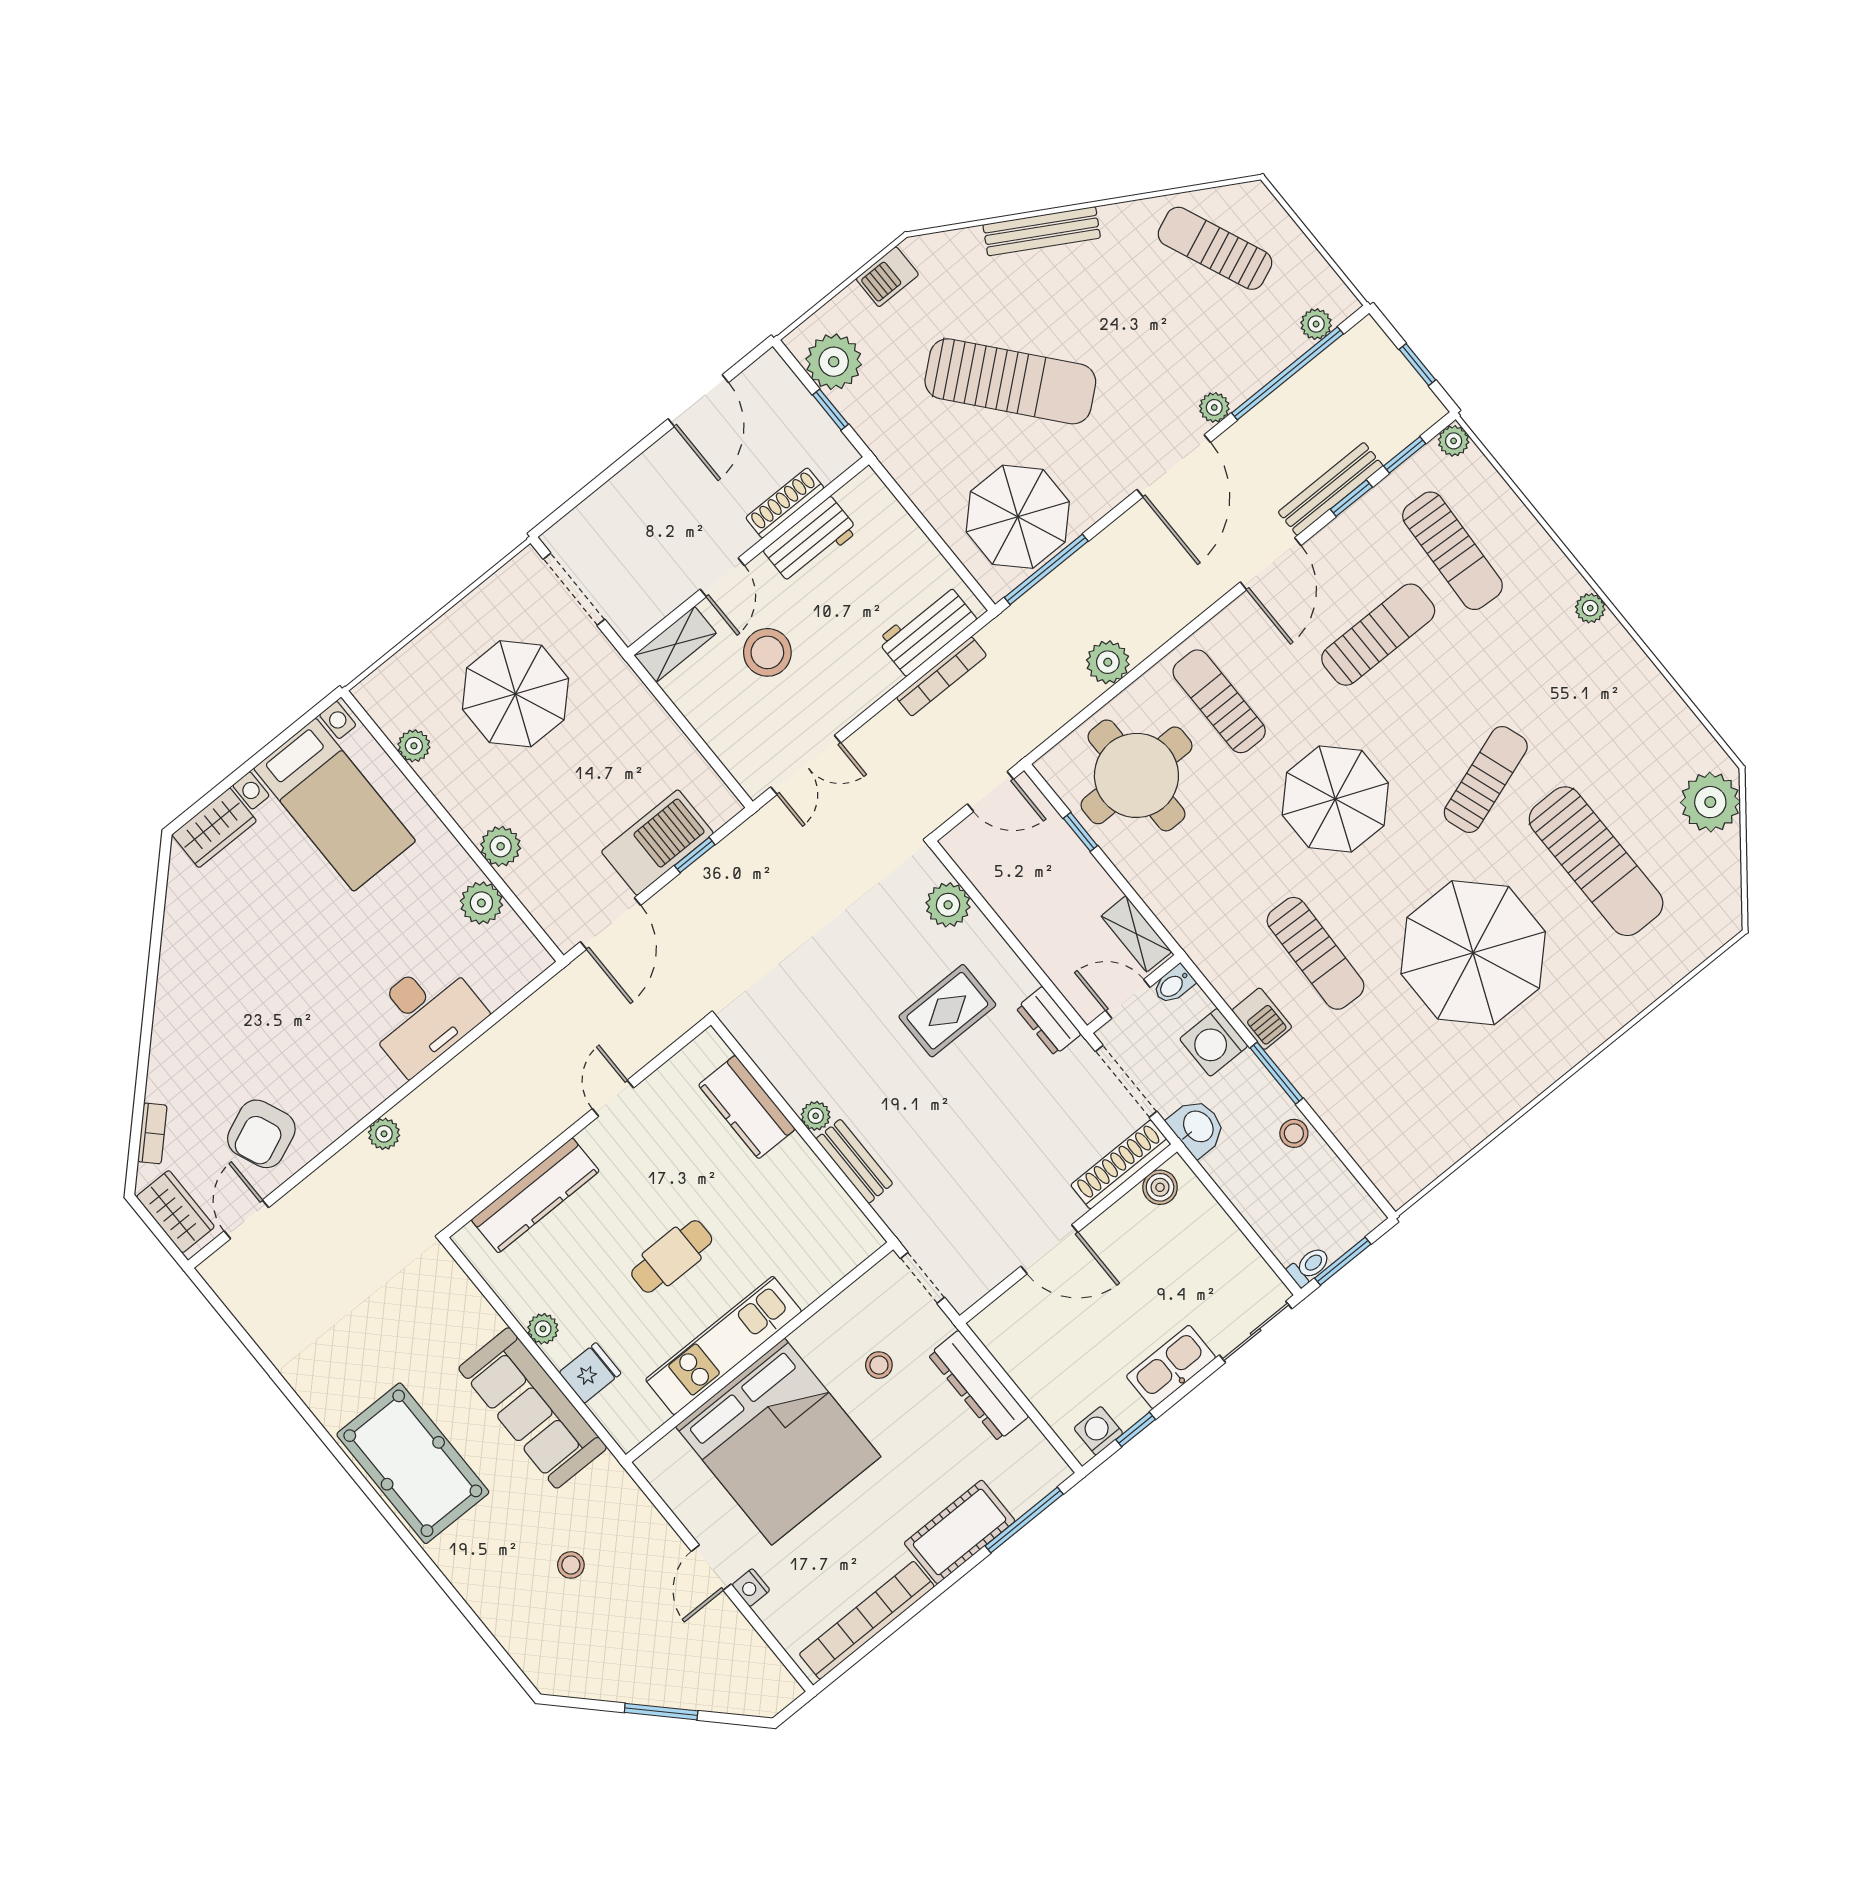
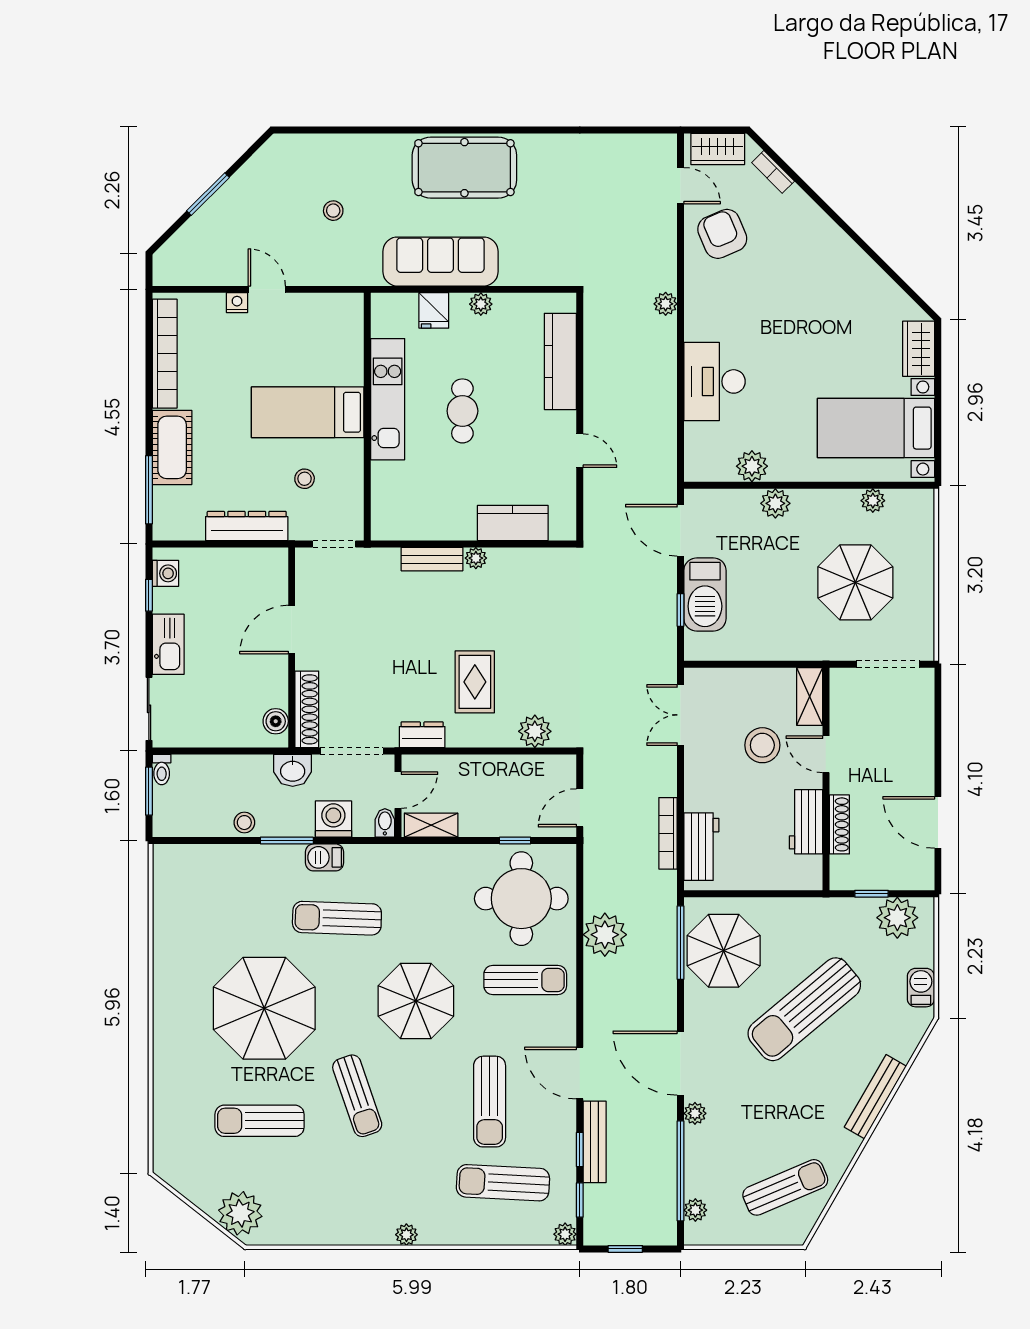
plant: (1108, 662) -> (605, 935), width x1.36, depth x1.36
sun lounger: (1596, 861) -> (260, 1121), width x0.73, depth x0.75
bed: (778, 1442) -> (308, 412), width x0.49

